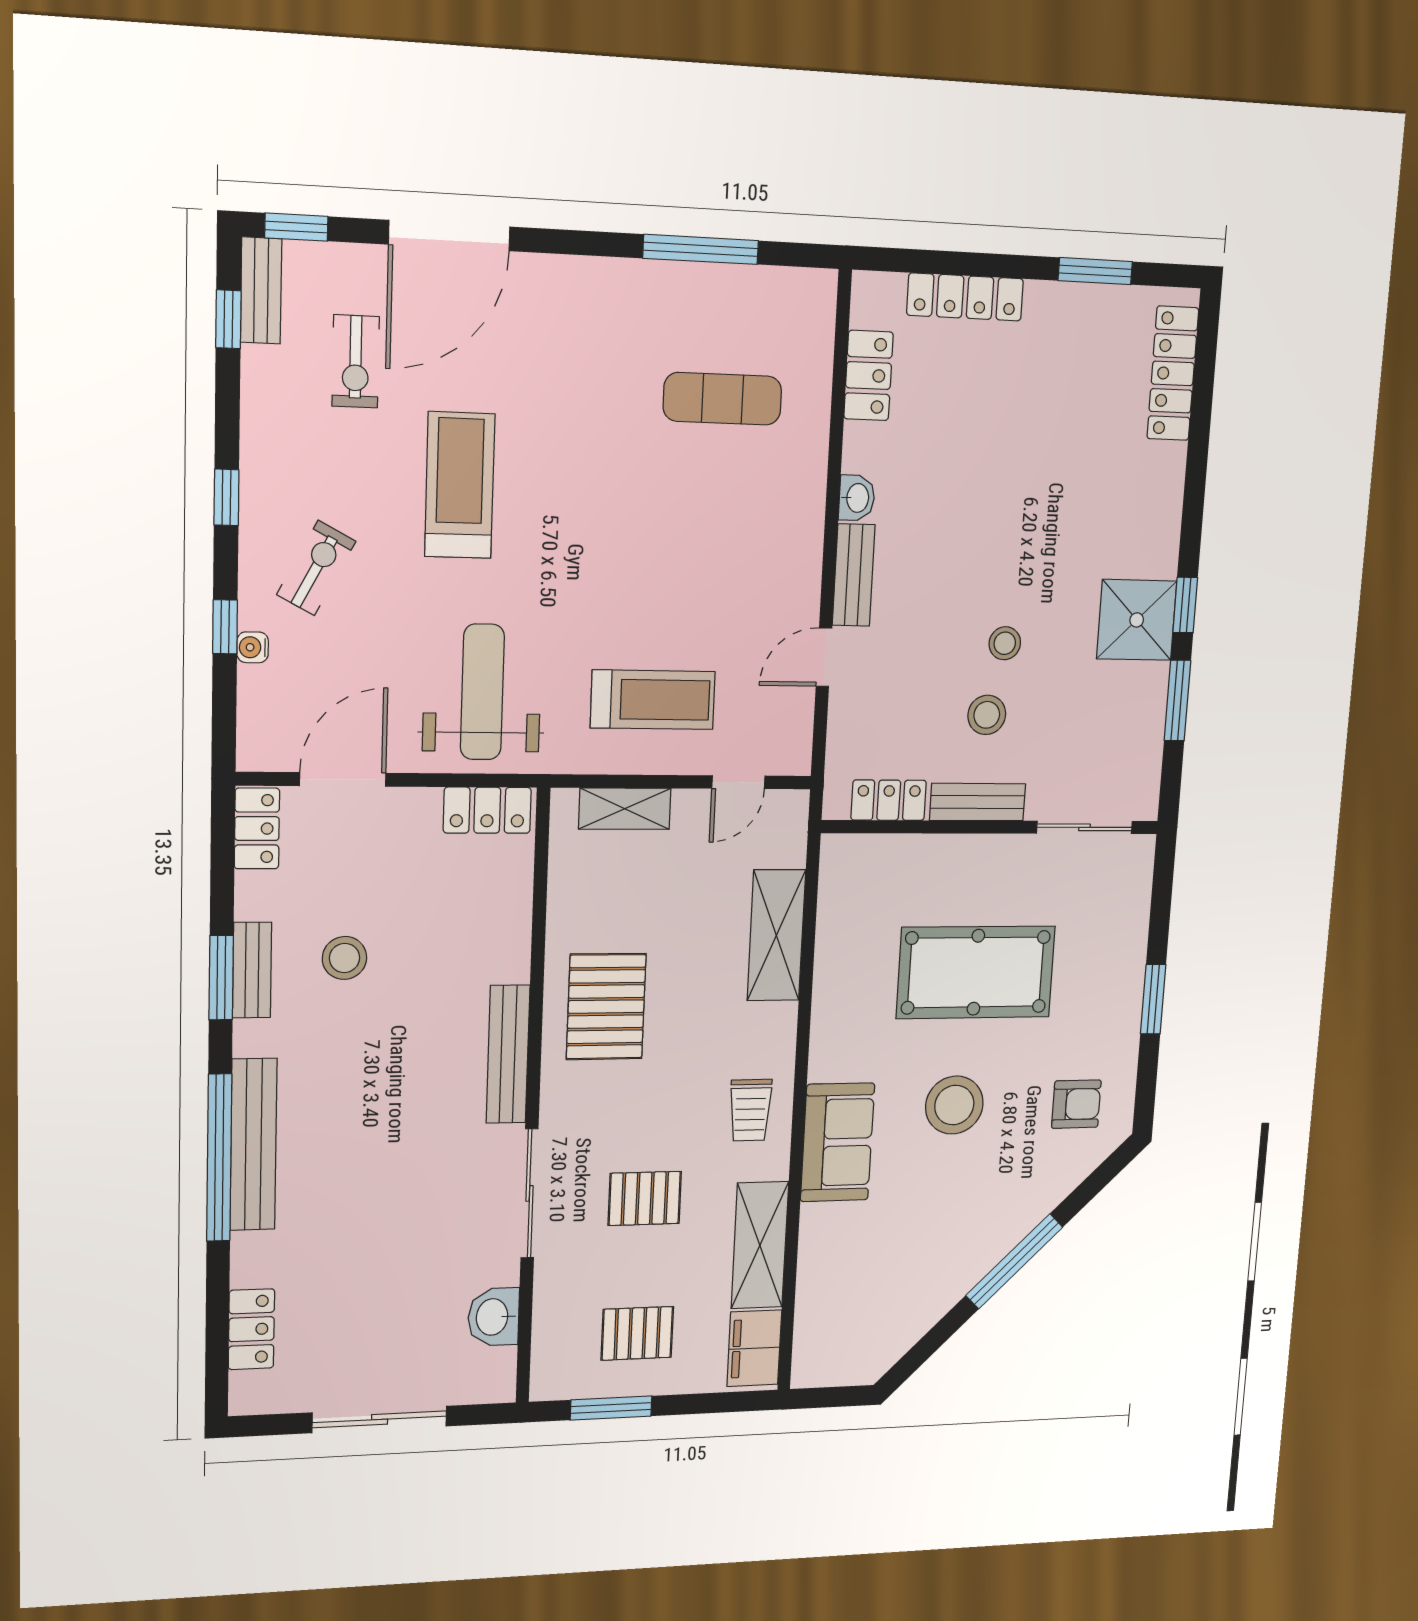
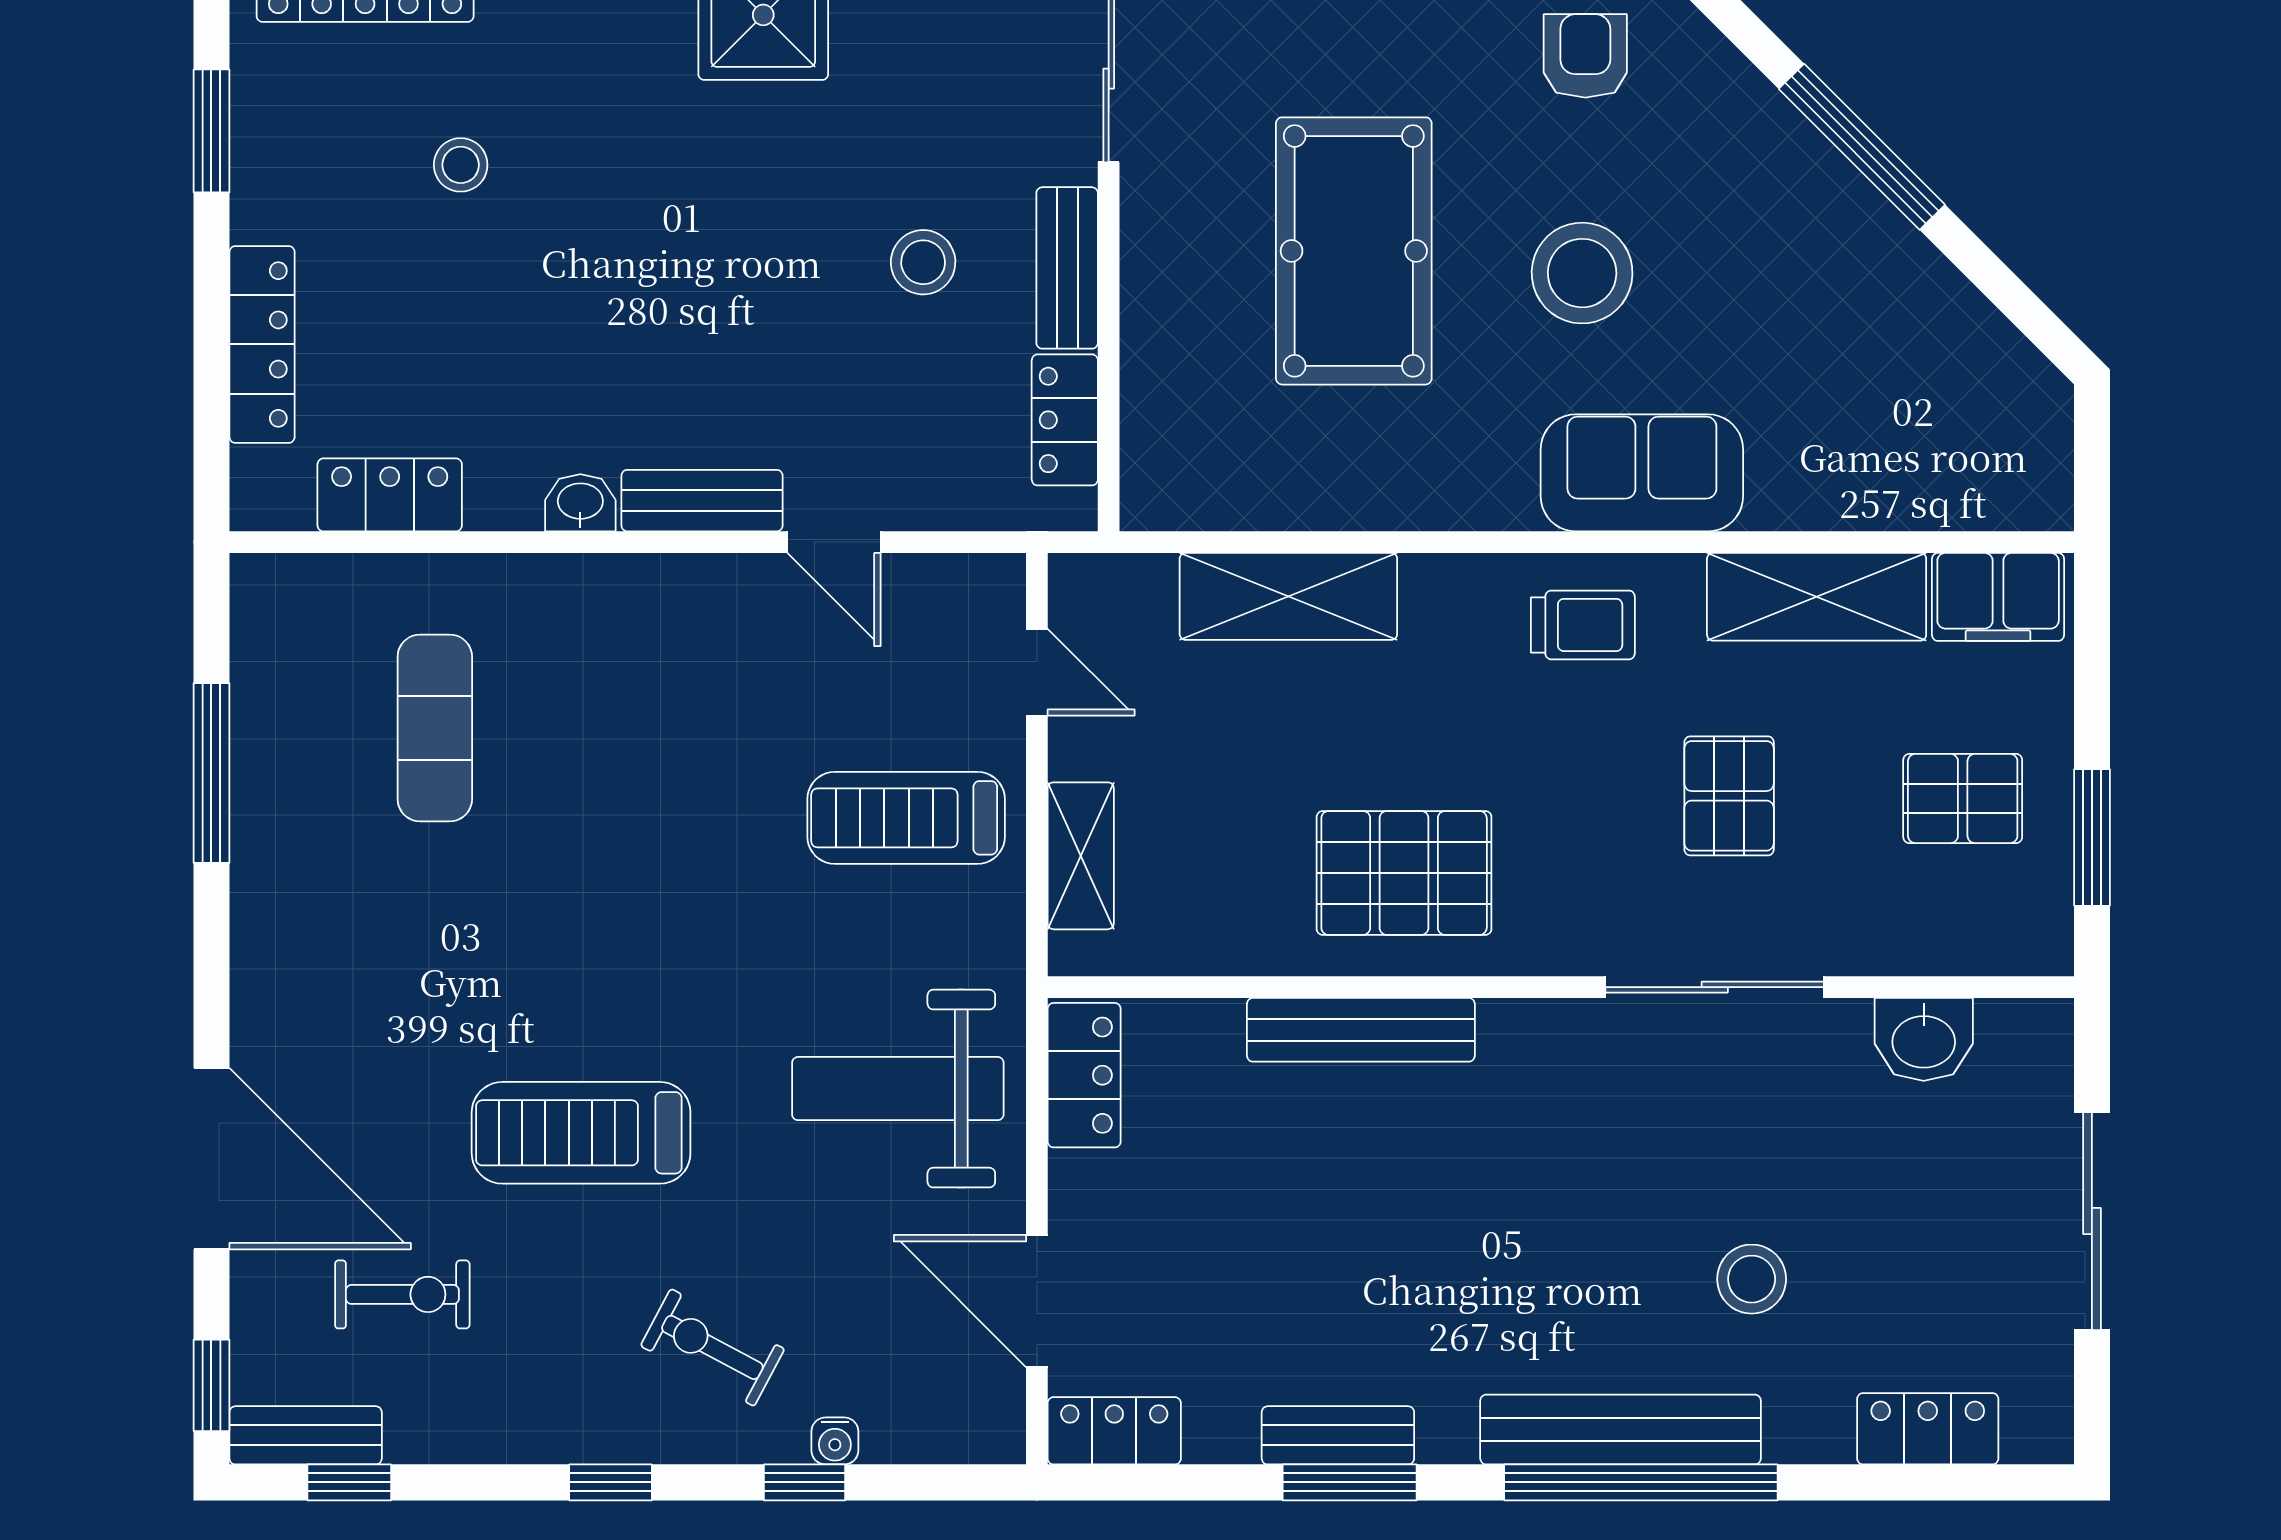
stool: (1005, 643) -> (461, 165), moved
treadmill: (653, 700) -> (906, 818), turned -90
stool: (344, 958) -> (1752, 1279), moved
bench: (508, 1054) -> (1361, 1030), moved
pallet: (637, 1333) -> (1963, 798), turned 90

